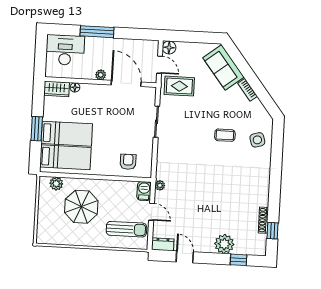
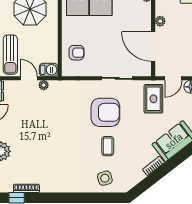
door: (126, 83) -> (153, 47), swing flipped
armchair: (190, 136) -> (105, 112), added
plant: (160, 185) -> (44, 85), moved
door: (152, 212) -> (29, 78), swing flipped

